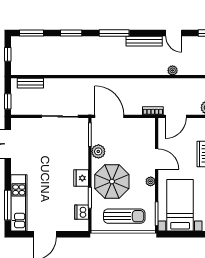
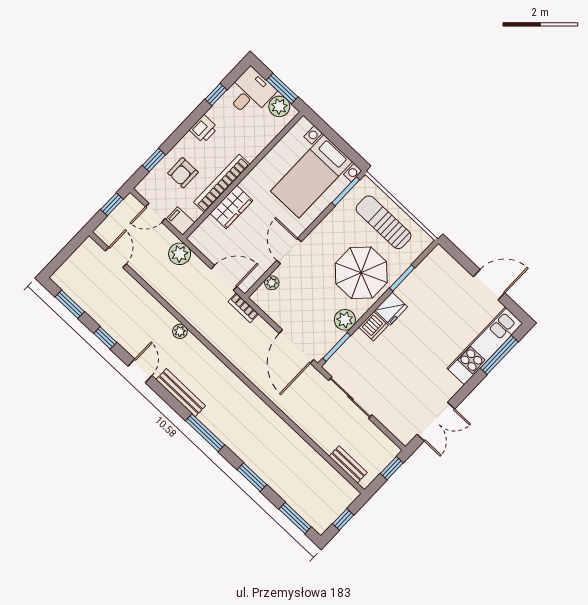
plant: (151, 181) -> (272, 283), moved
dishwasher: (82, 212) -> (373, 326), moved

